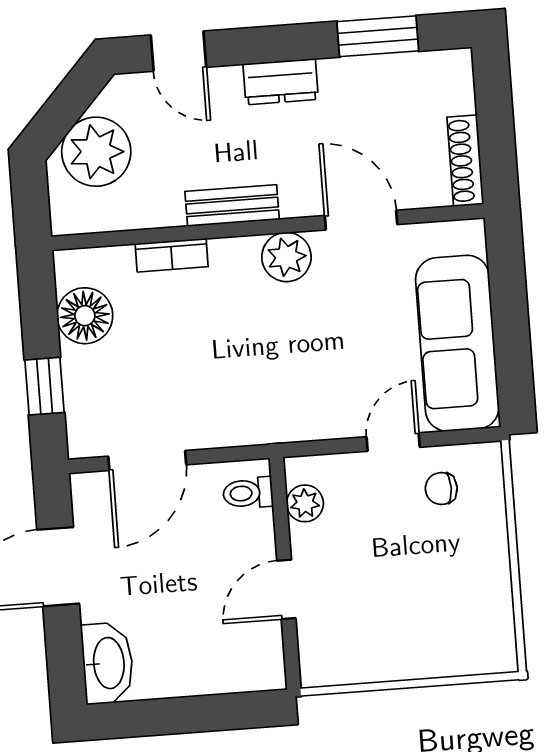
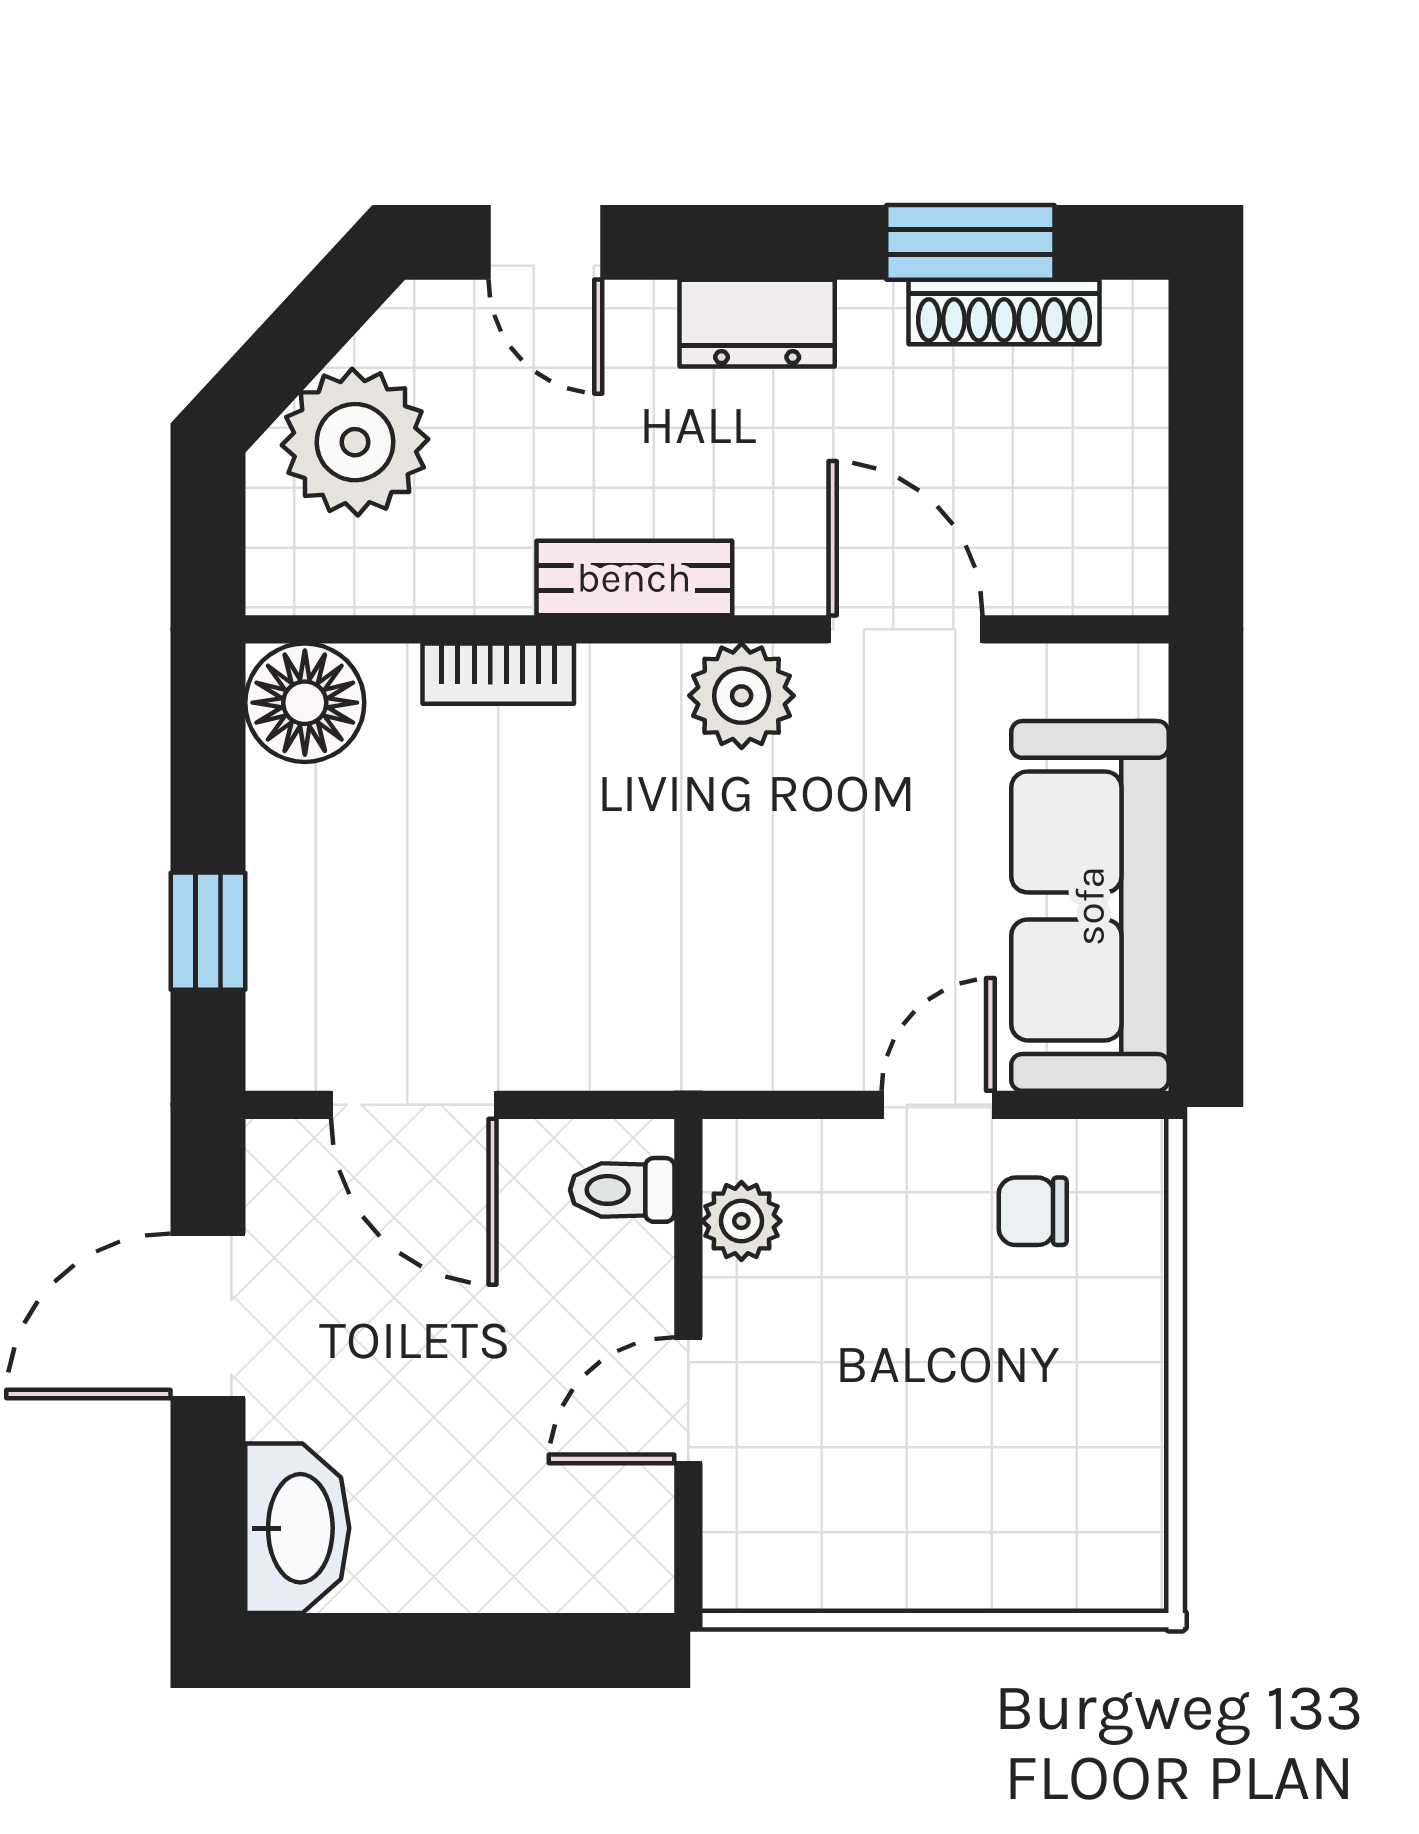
shoe rack: (465, 161) -> (1004, 312), moved, turned -90
floor lamp: (85, 316) -> (305, 703), moved
door: (147, 460) -> (414, 1105), hinge flipped

